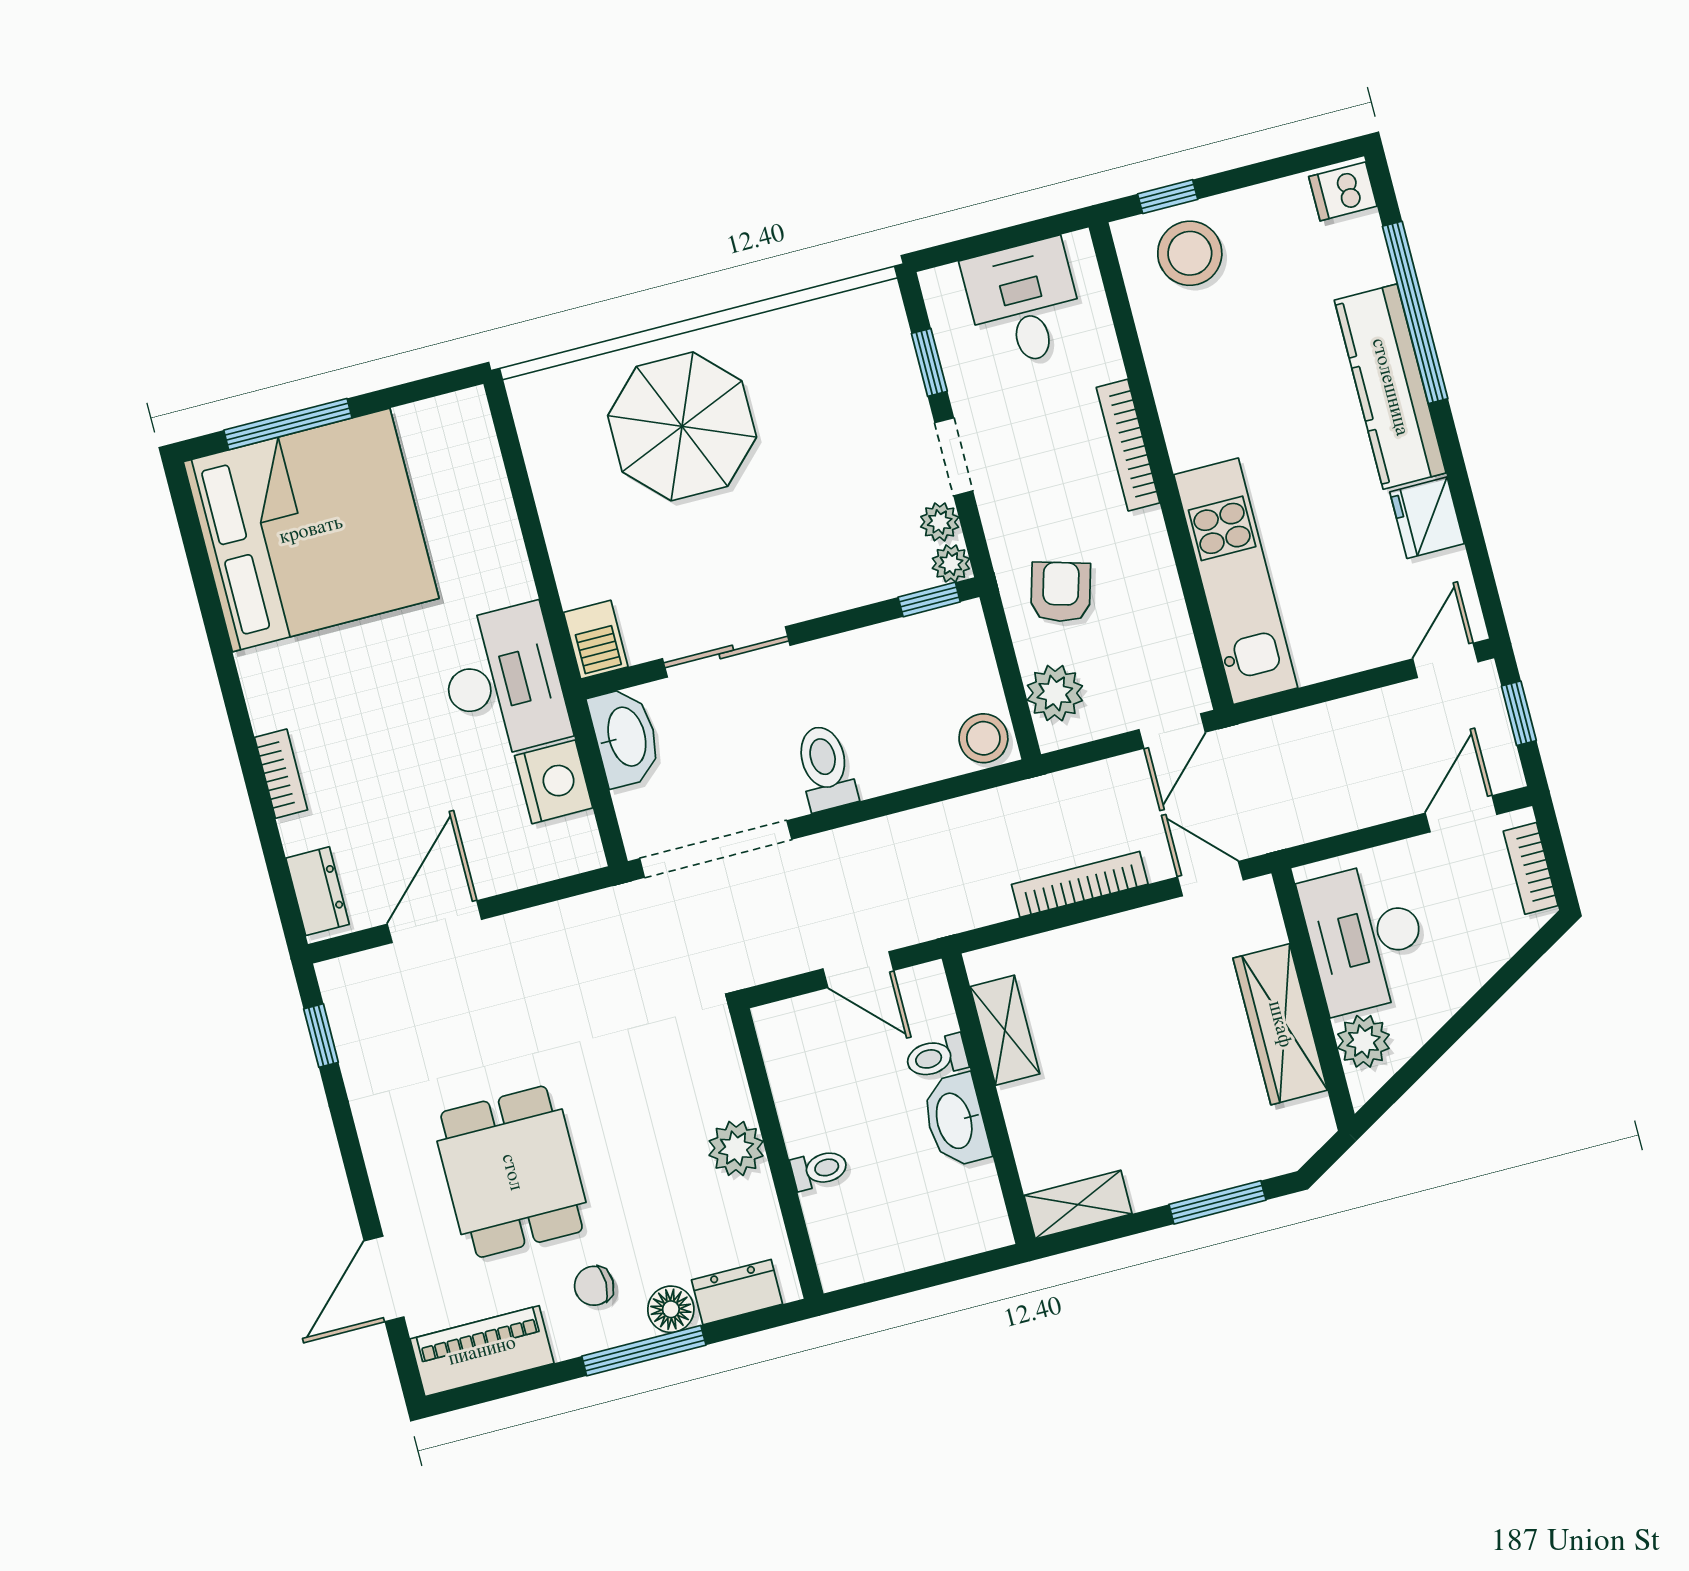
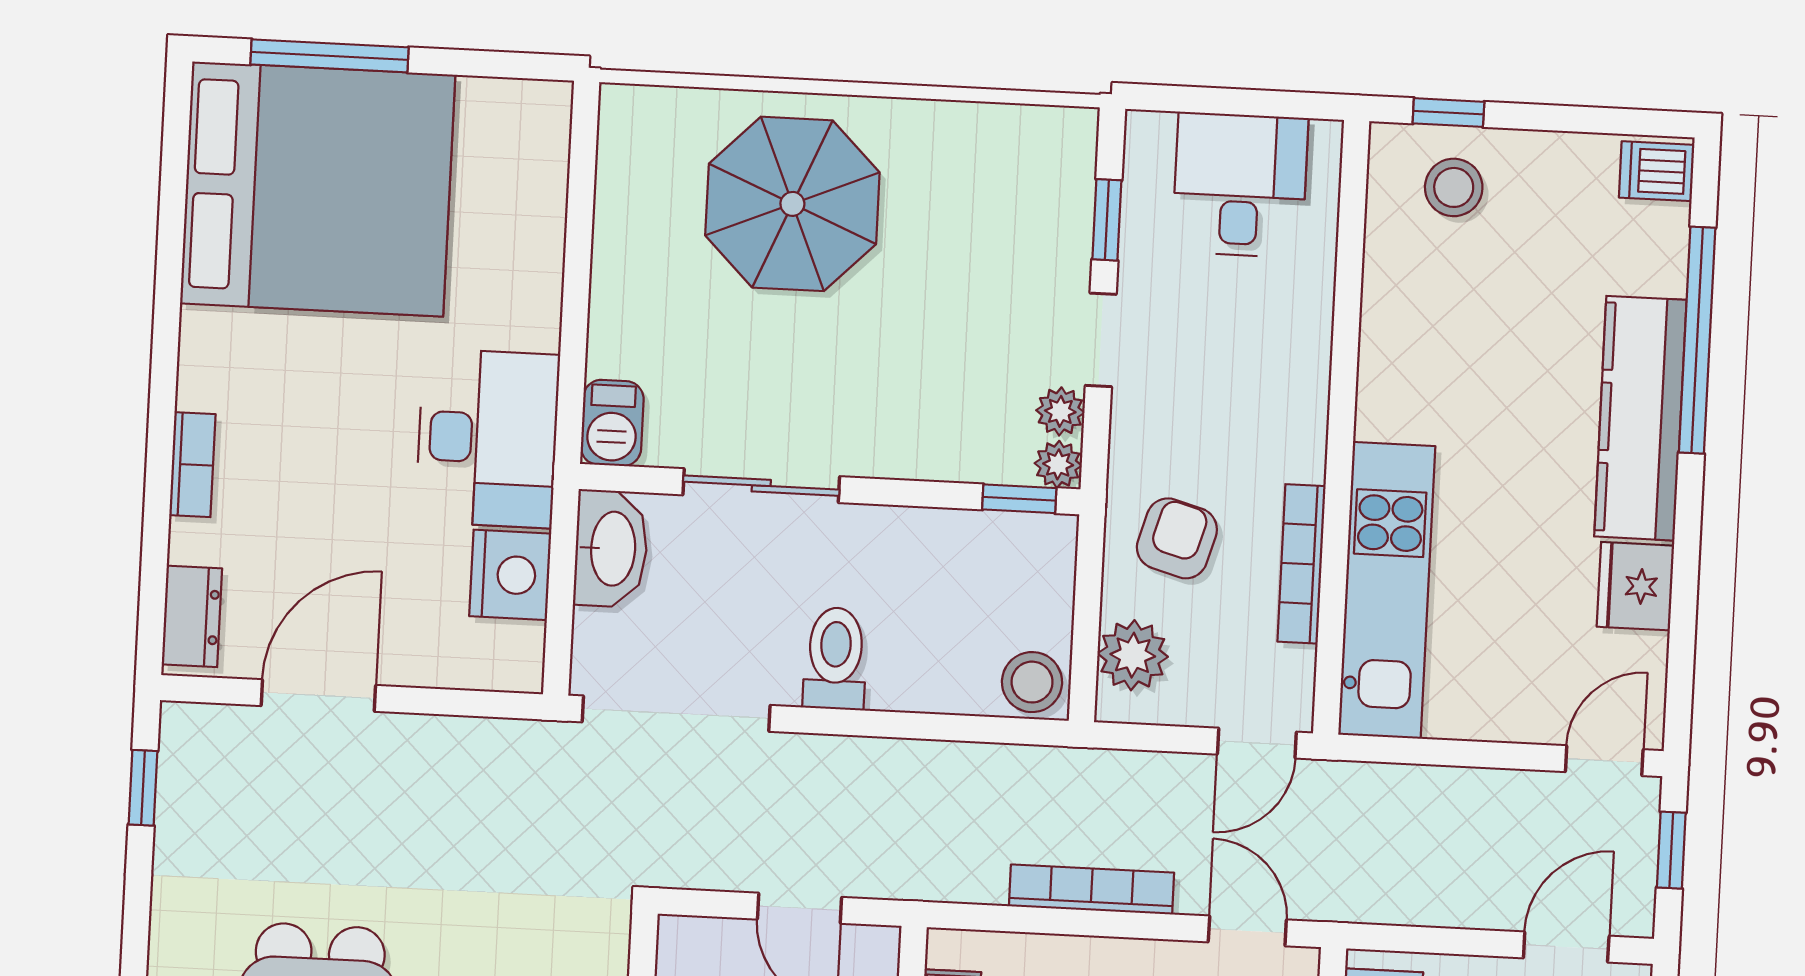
stool: (1190, 253) -> (1454, 187), width x0.73, depth x0.73
bookcase: (1128, 445) -> (1301, 564), moved

